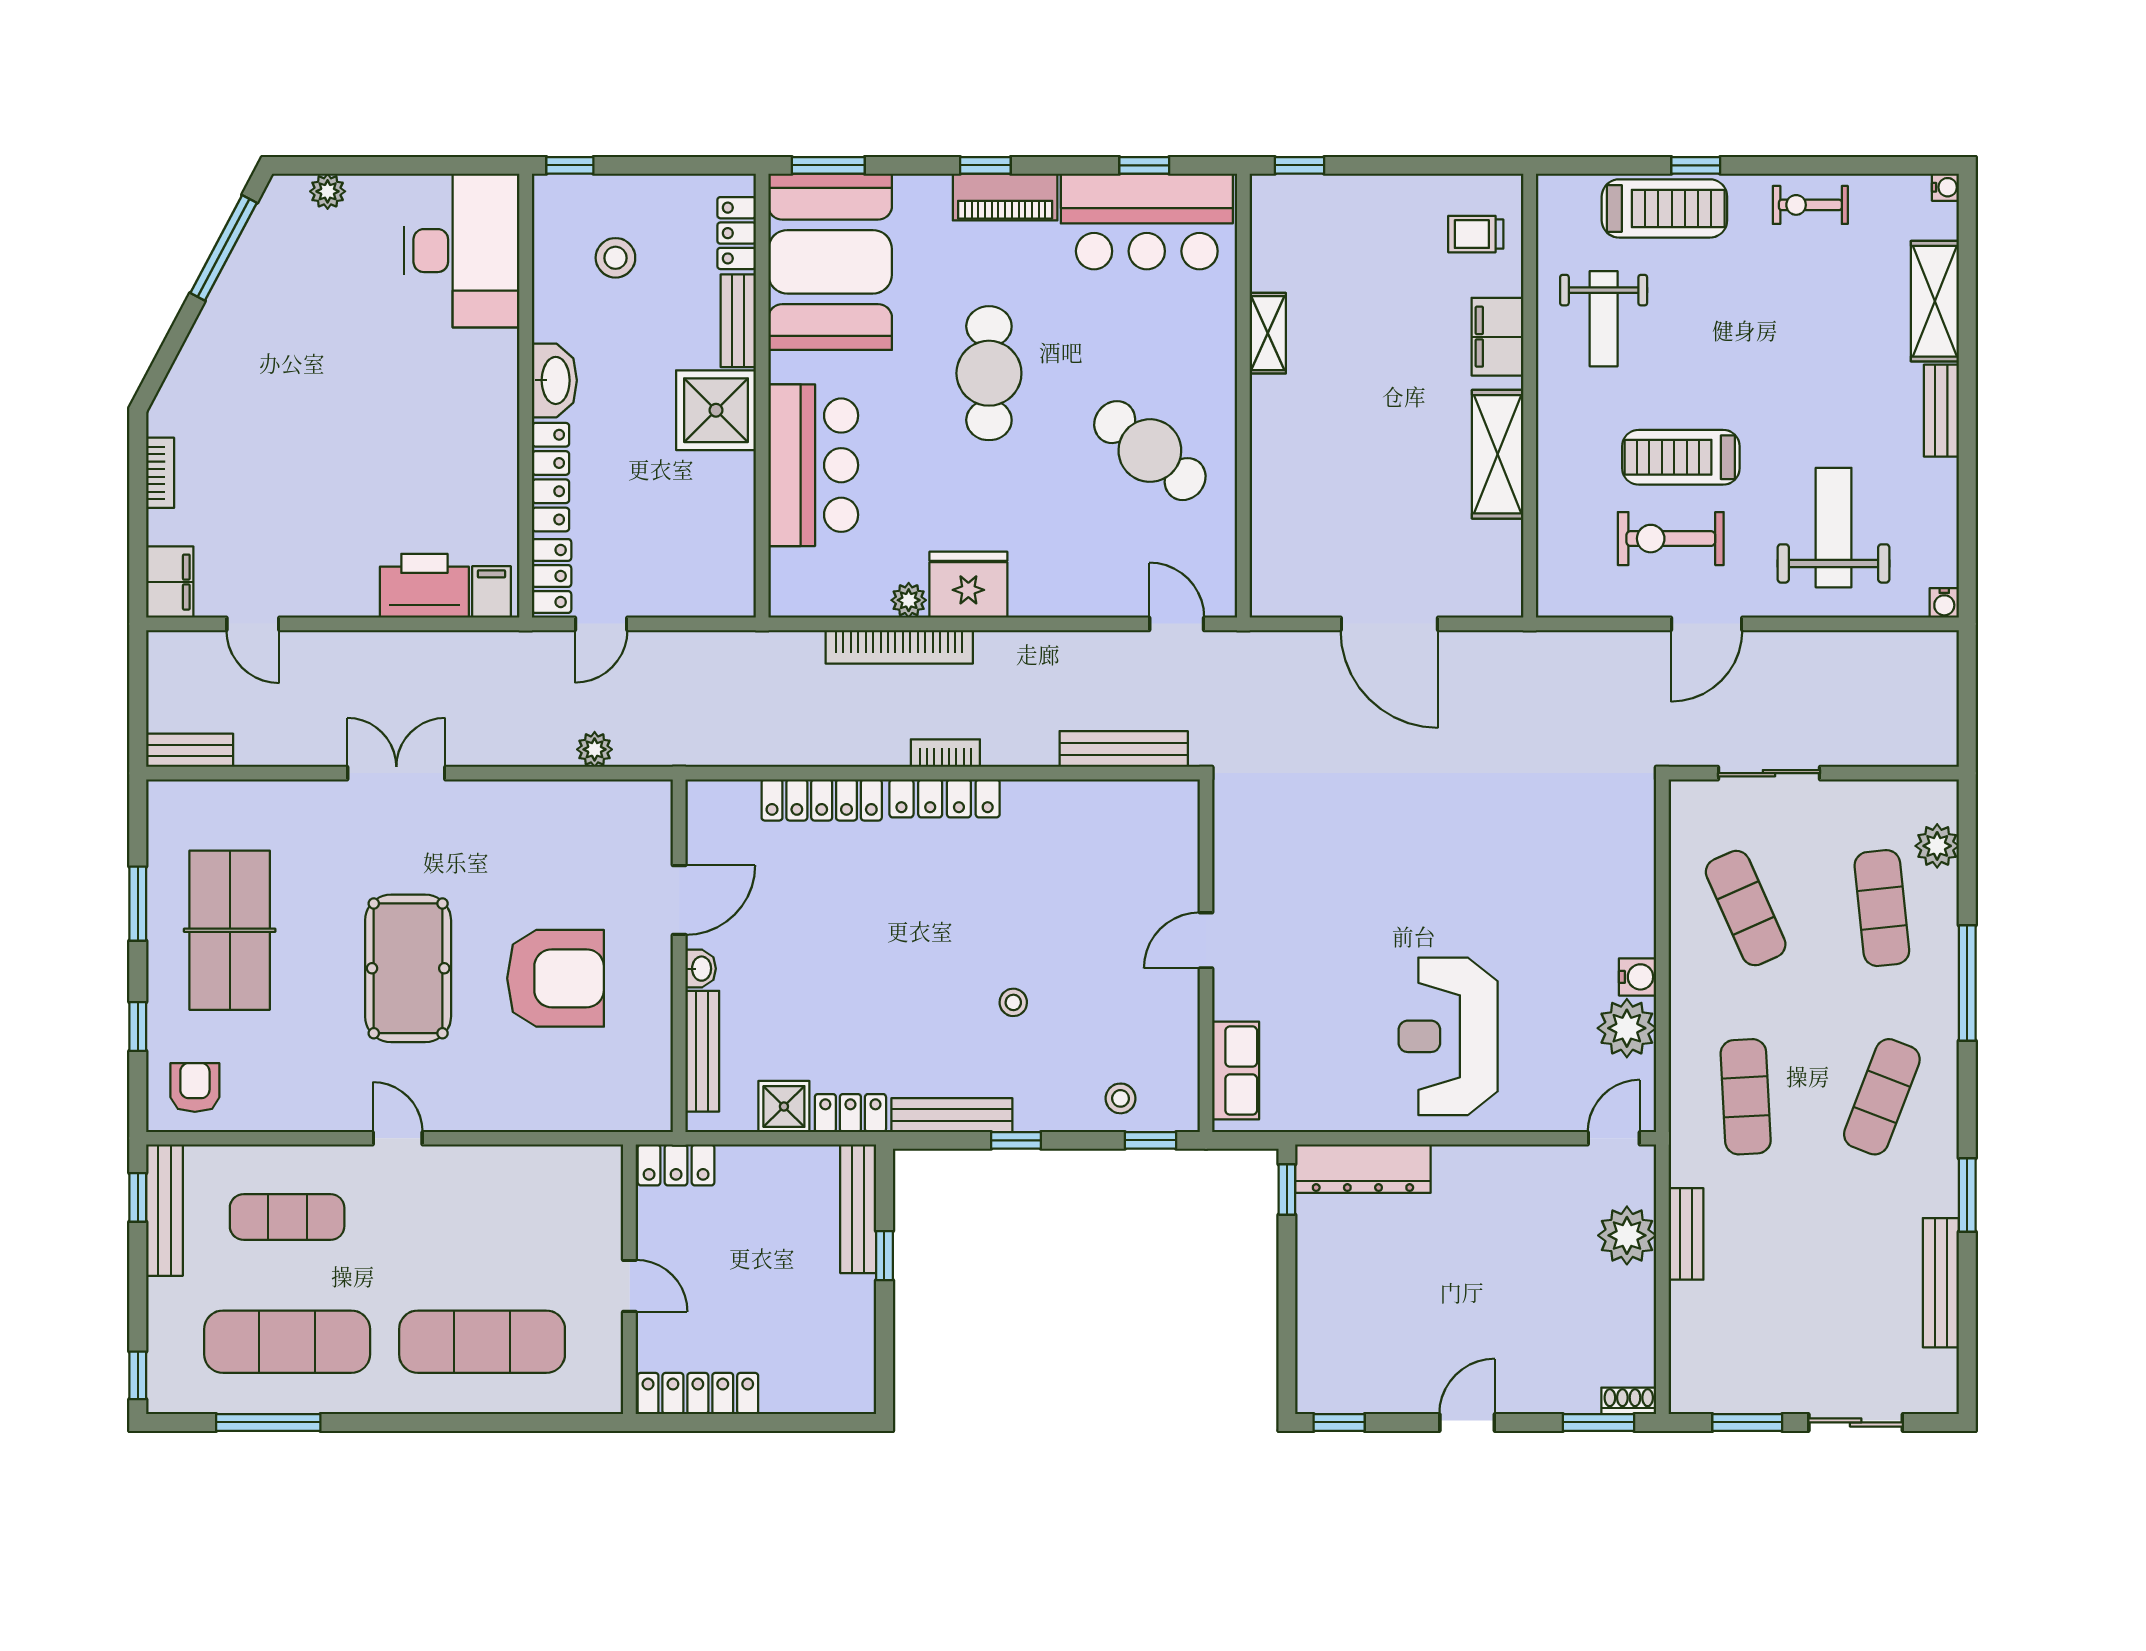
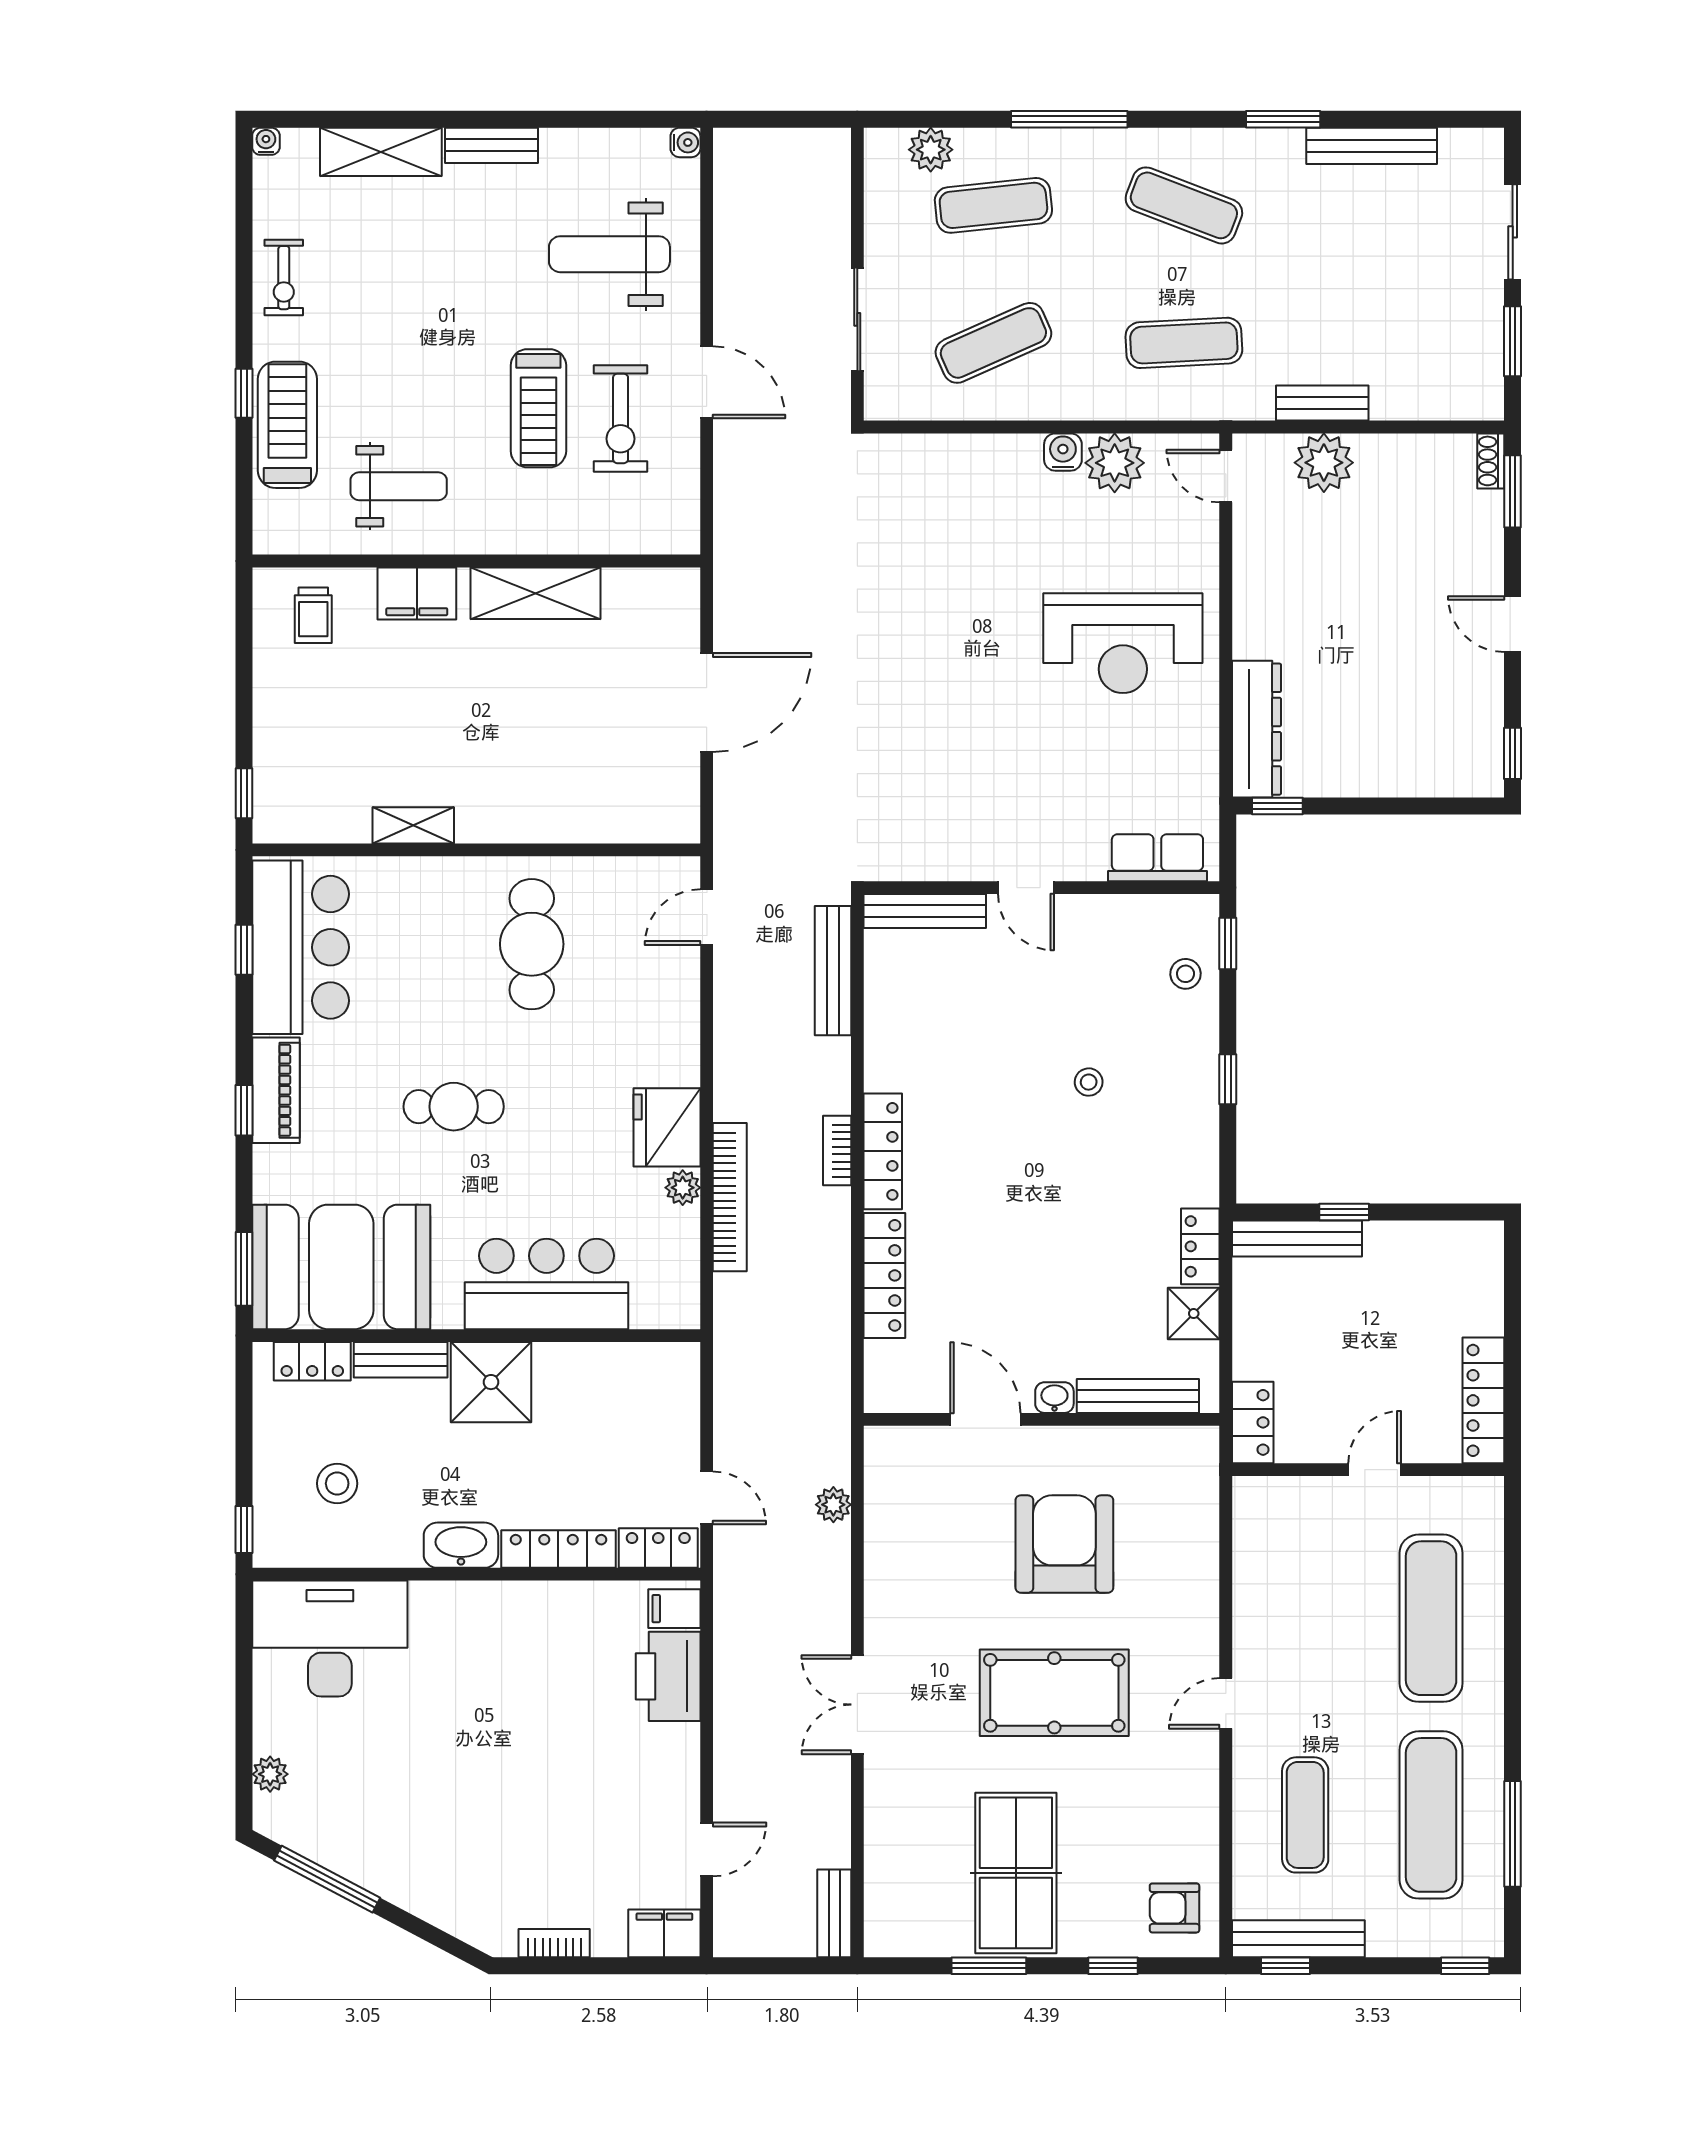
cafe table: (989, 373) -> (454, 1107), width x0.73, depth x0.74
cafe table: (1150, 451) -> (532, 944), turned -39
table tennis table: (230, 930) -> (1016, 1873), turned 90
bench: (952, 1115) -> (925, 911), moved, turned 90

